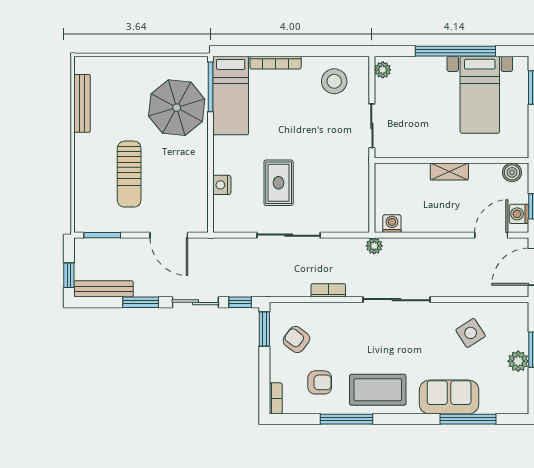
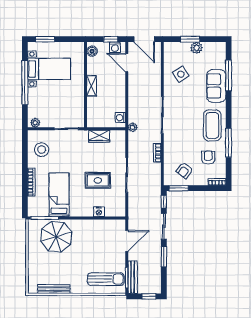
bed: (231, 96) -> (59, 195), moved, turned -90
sun lounger: (129, 174) -> (106, 279), moved
wardrobe: (358, 186) -> (99, 136), added
bench: (103, 289) -> (133, 277), moved

